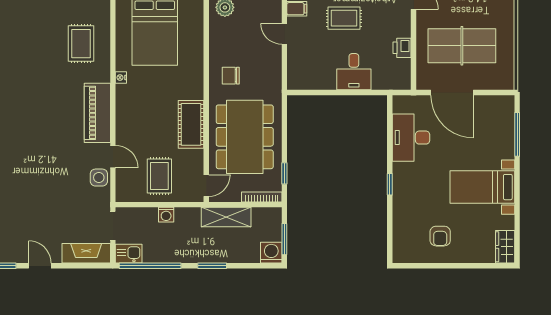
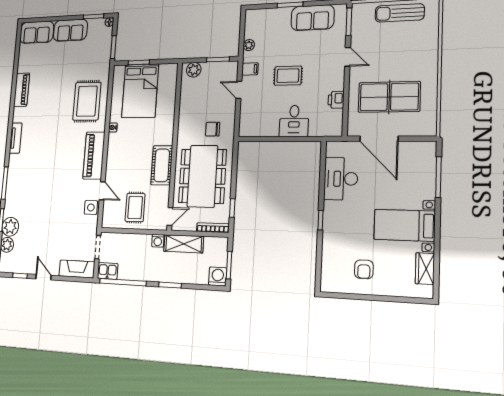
rug: (81, 44) -> (87, 101), width x1.36, depth x1.43
chair: (231, 76) -> (213, 129), moved
washing machine: (166, 215) -> (158, 241), moved
wardrobe: (505, 247) -> (425, 269), moved

